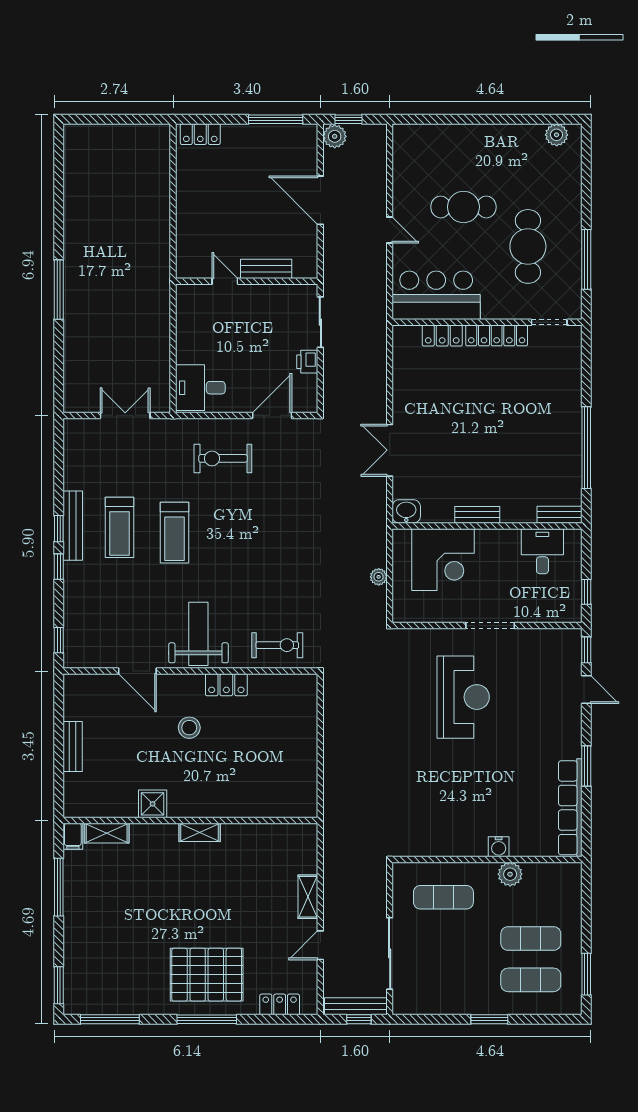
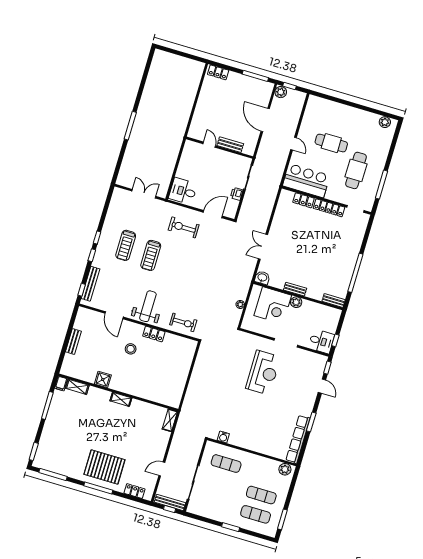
bench: (73, 526) -> (90, 284), moved
plant: (487, 540) -> (296, 302), added
desk: (542, 551) -> (321, 341), moved, turned 90
water cooler: (499, 847) -> (223, 437), moved
plant: (510, 874) -> (285, 469), moved
shelving: (308, 897) -> (170, 420), moved

